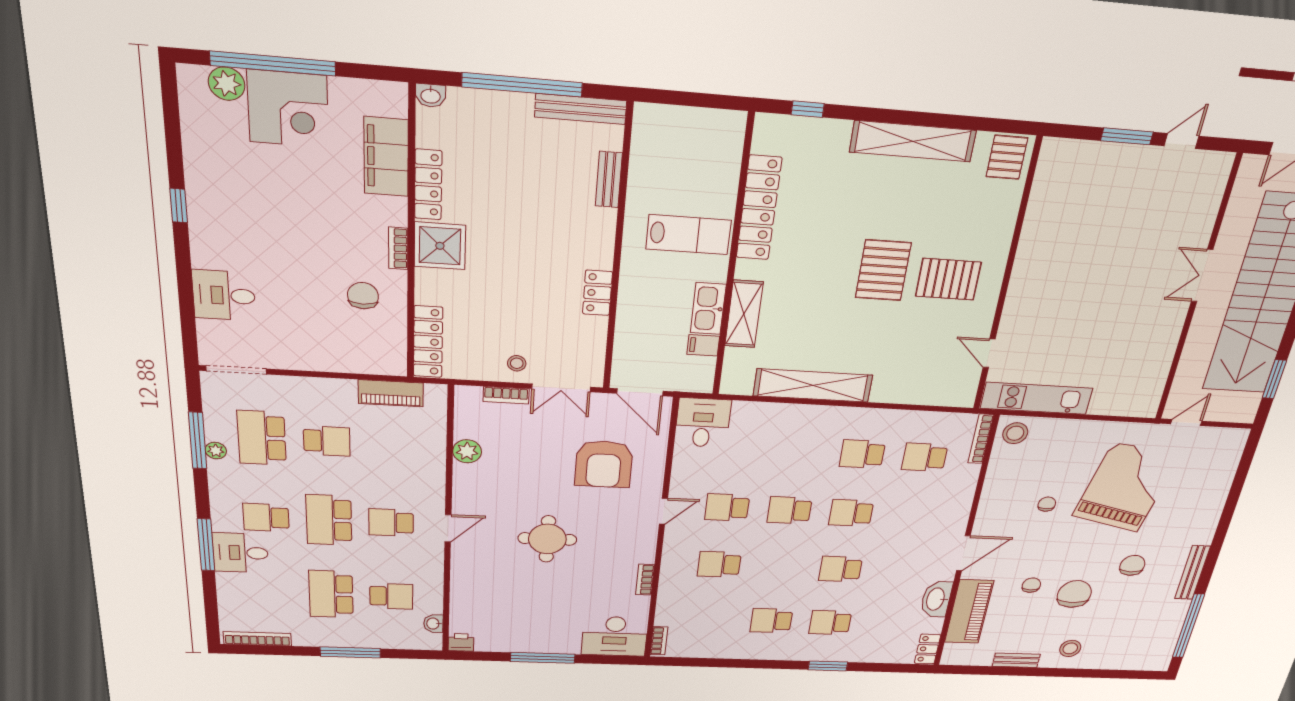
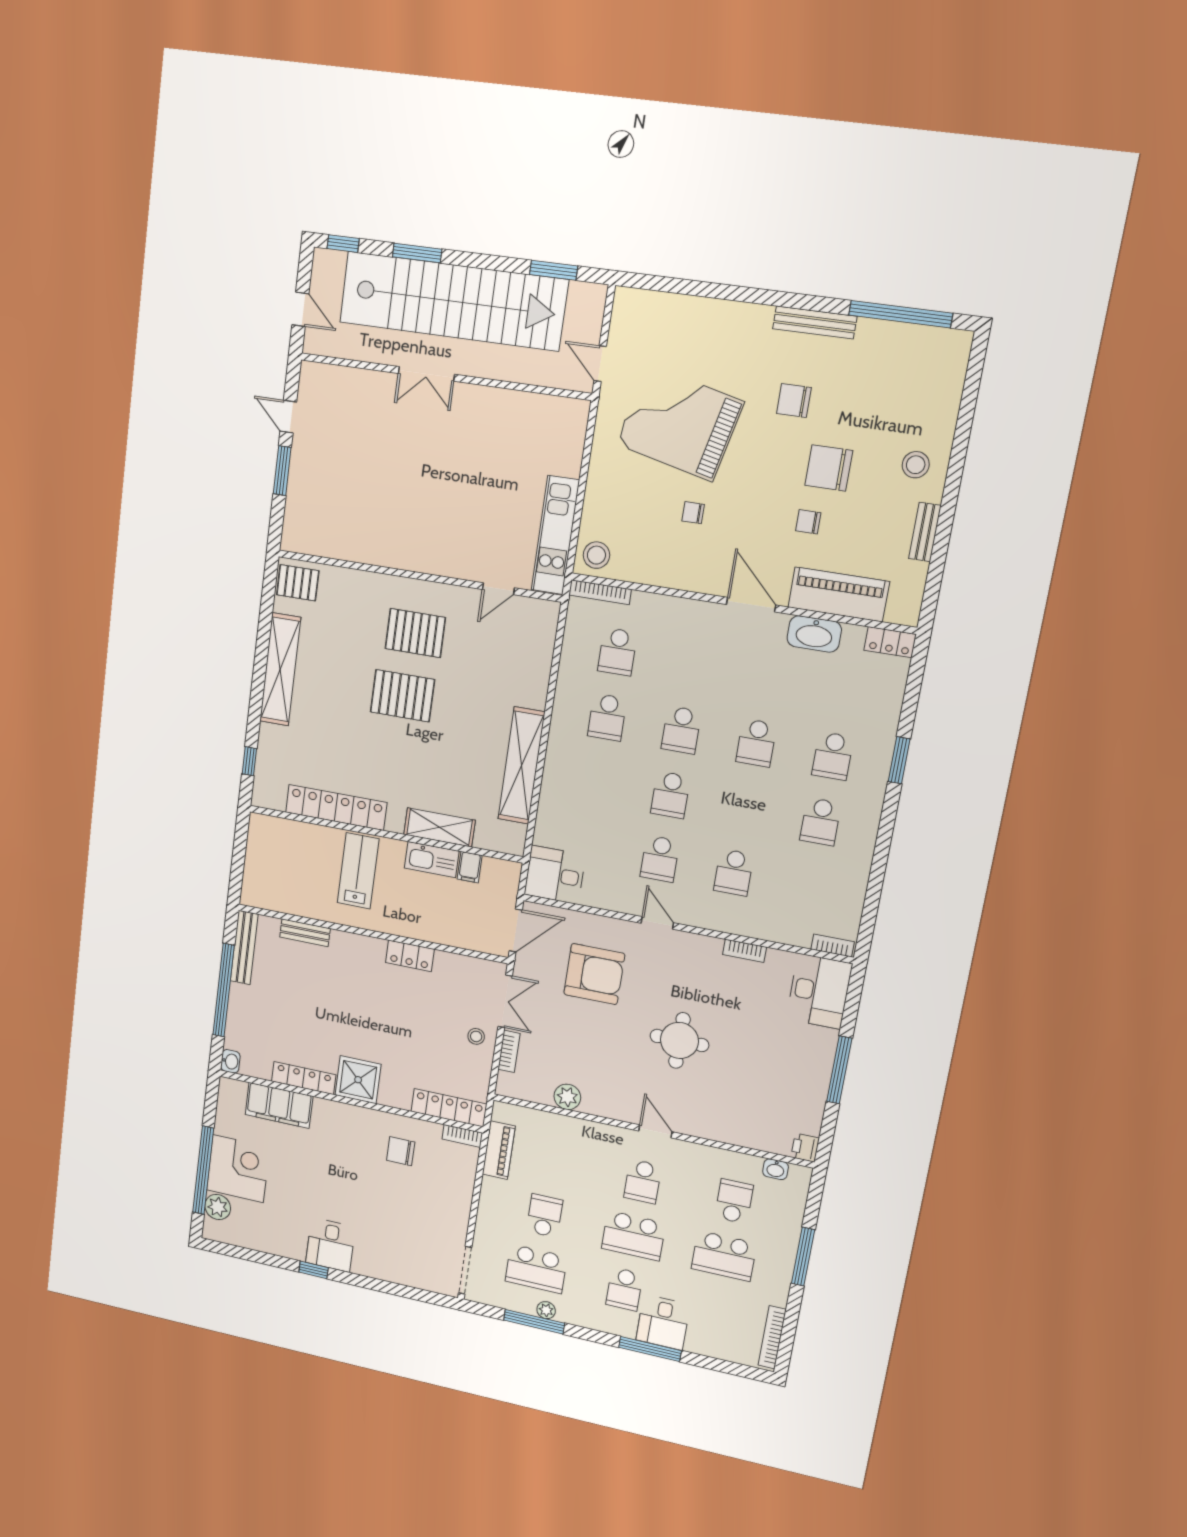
bookcase: (398, 248) -> (462, 1136), moved
pallet: (948, 279) -> (415, 633), turned 90
desk: (224, 295) -> (330, 1245), moved

